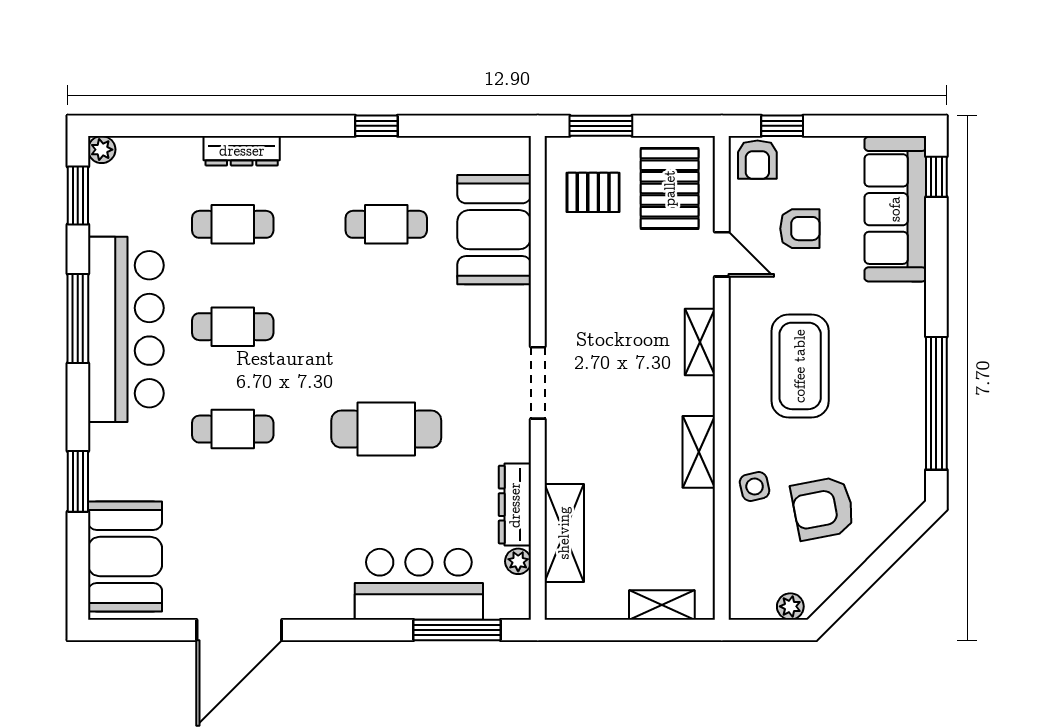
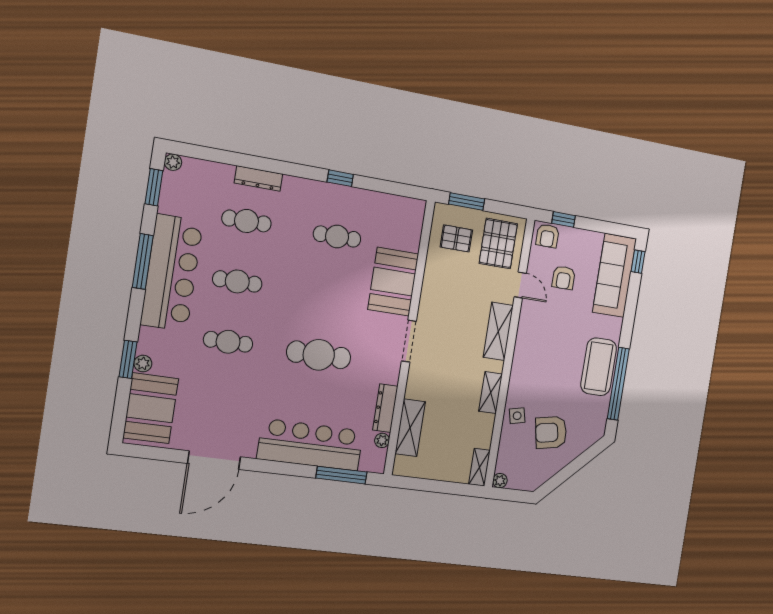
armchair: (800, 229) -> (564, 278), turned 90
booth: (494, 230) -> (393, 282), moved
shelving: (700, 342) -> (498, 331), width x1.50, depth x1.33
coffee table: (800, 366) -> (599, 367), moved
plant: (102, 485) -> (143, 364), added
bar counter: (419, 584) -> (310, 445), width x1.36
shelving: (662, 605) -> (479, 467), moved, turned 90
plant: (790, 606) -> (500, 481), moved

